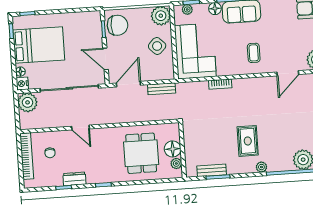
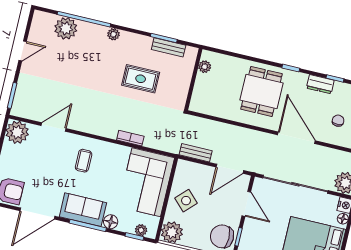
door: (81, 128) -> (296, 138), width x1.87
rug: (248, 141) -> (141, 79), moved, turned 90
floor lamp: (173, 149) -> (204, 84), removed
dining table: (141, 153) -> (261, 91), moved

